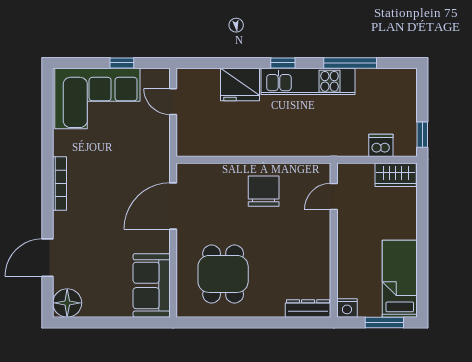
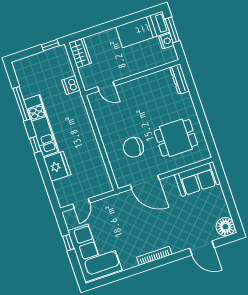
dishwasher: (381, 145) -> (71, 85), moved
chair: (264, 191) -> (133, 147), moved
nightstand: (347, 308) -> (166, 41), moved

